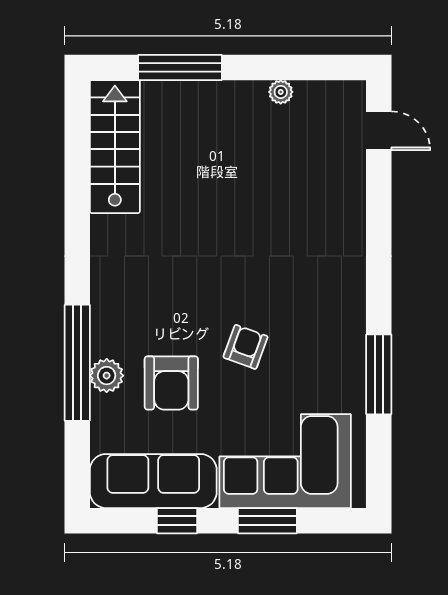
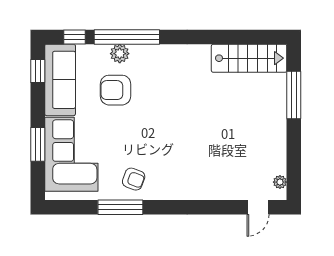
plant: (281, 92) -> (280, 182), moved
armchair: (246, 347) -> (134, 179), moved
window: (77, 456) -> (74, 37), added
window: (177, 521) -> (38, 71), moved

